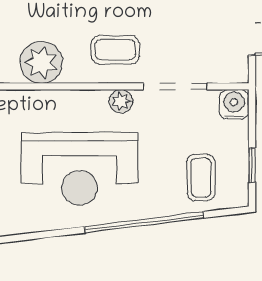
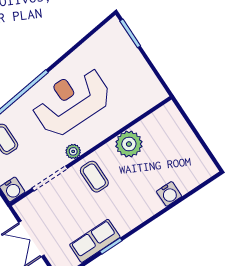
coffee table: (115, 50) -> (94, 177), turned 90

